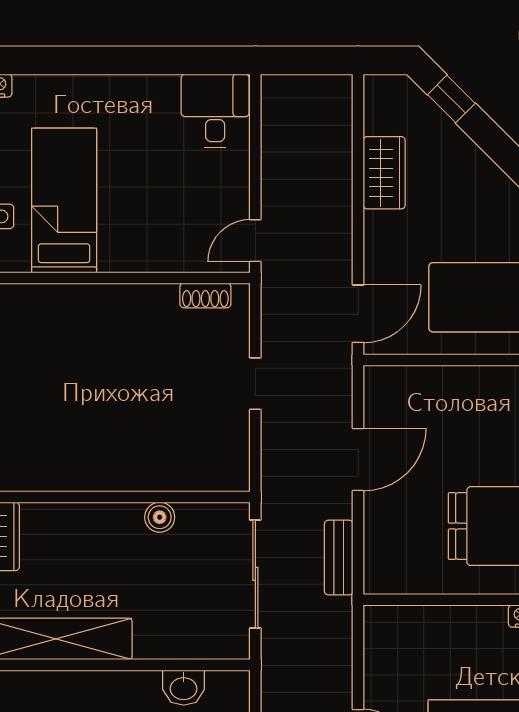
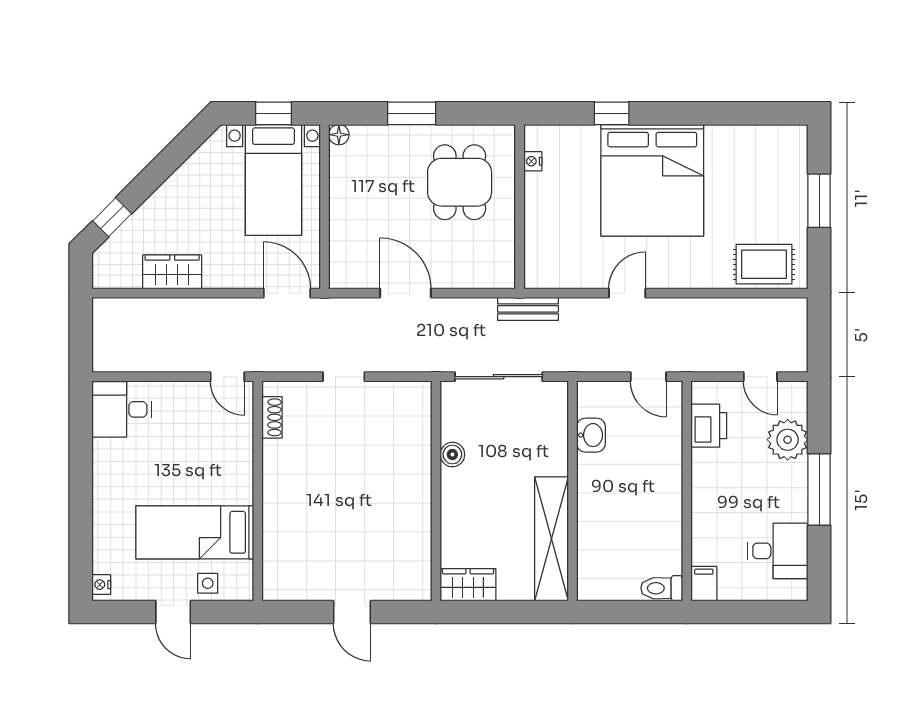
bench: (339, 558) -> (528, 309), moved

